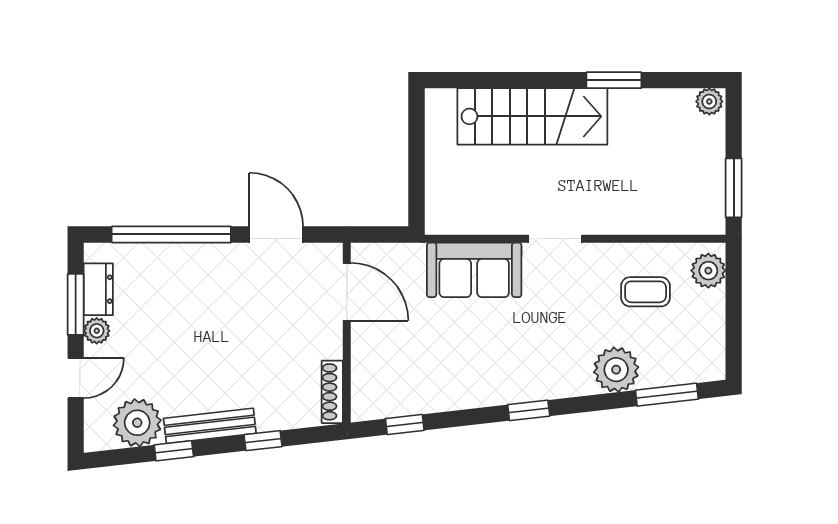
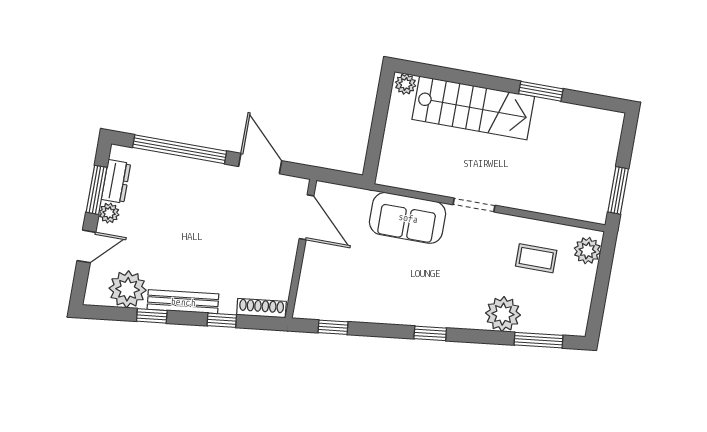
plant: (709, 101) -> (406, 84), moved
shoe rack: (332, 392) -> (261, 308), moved, turned 83

